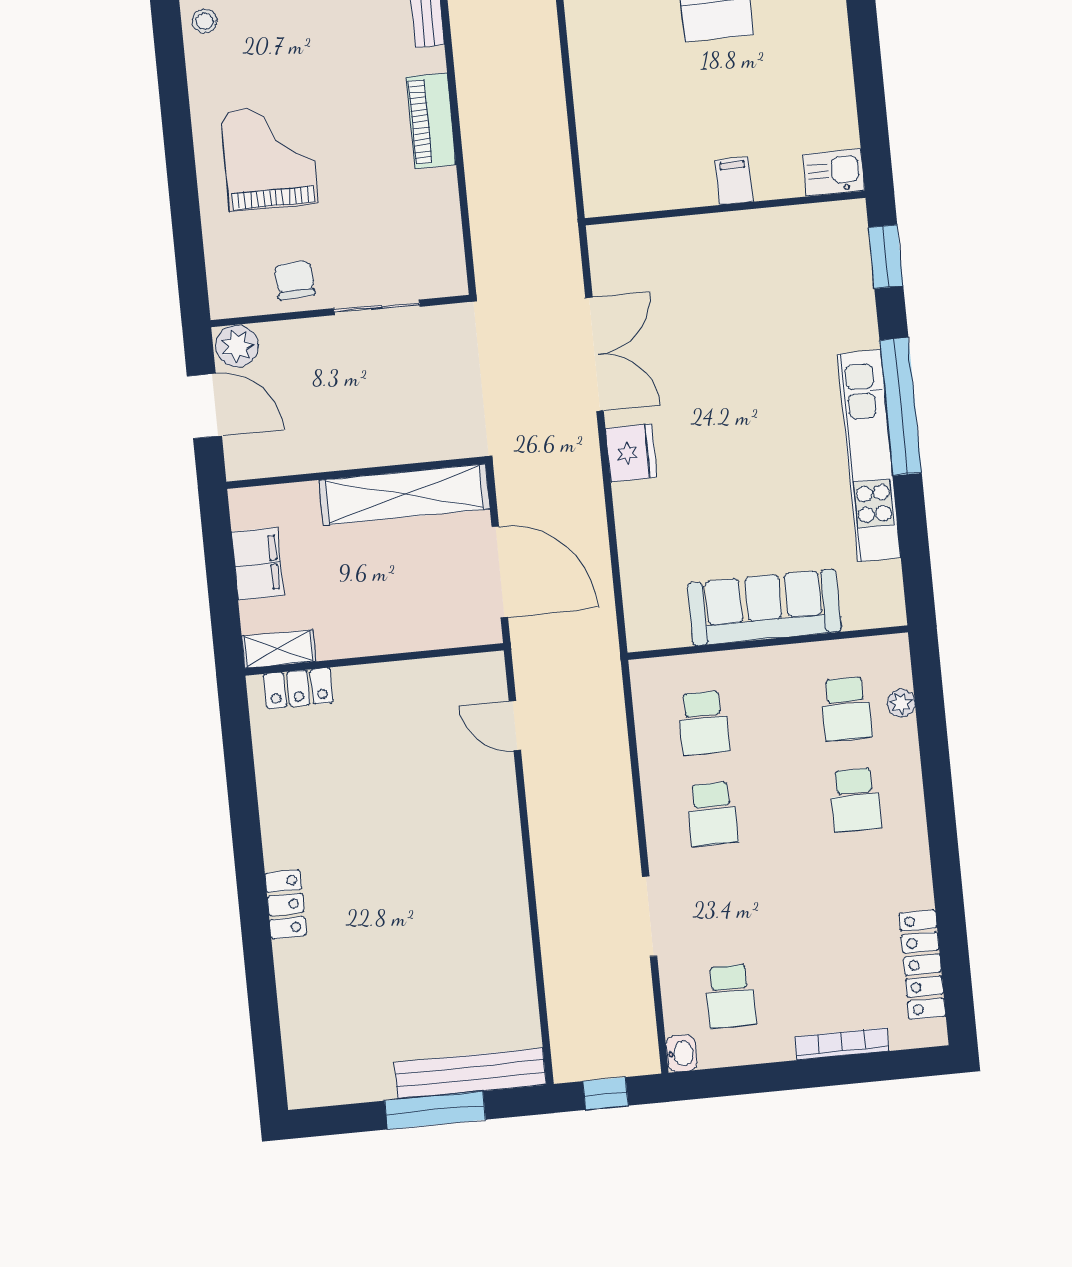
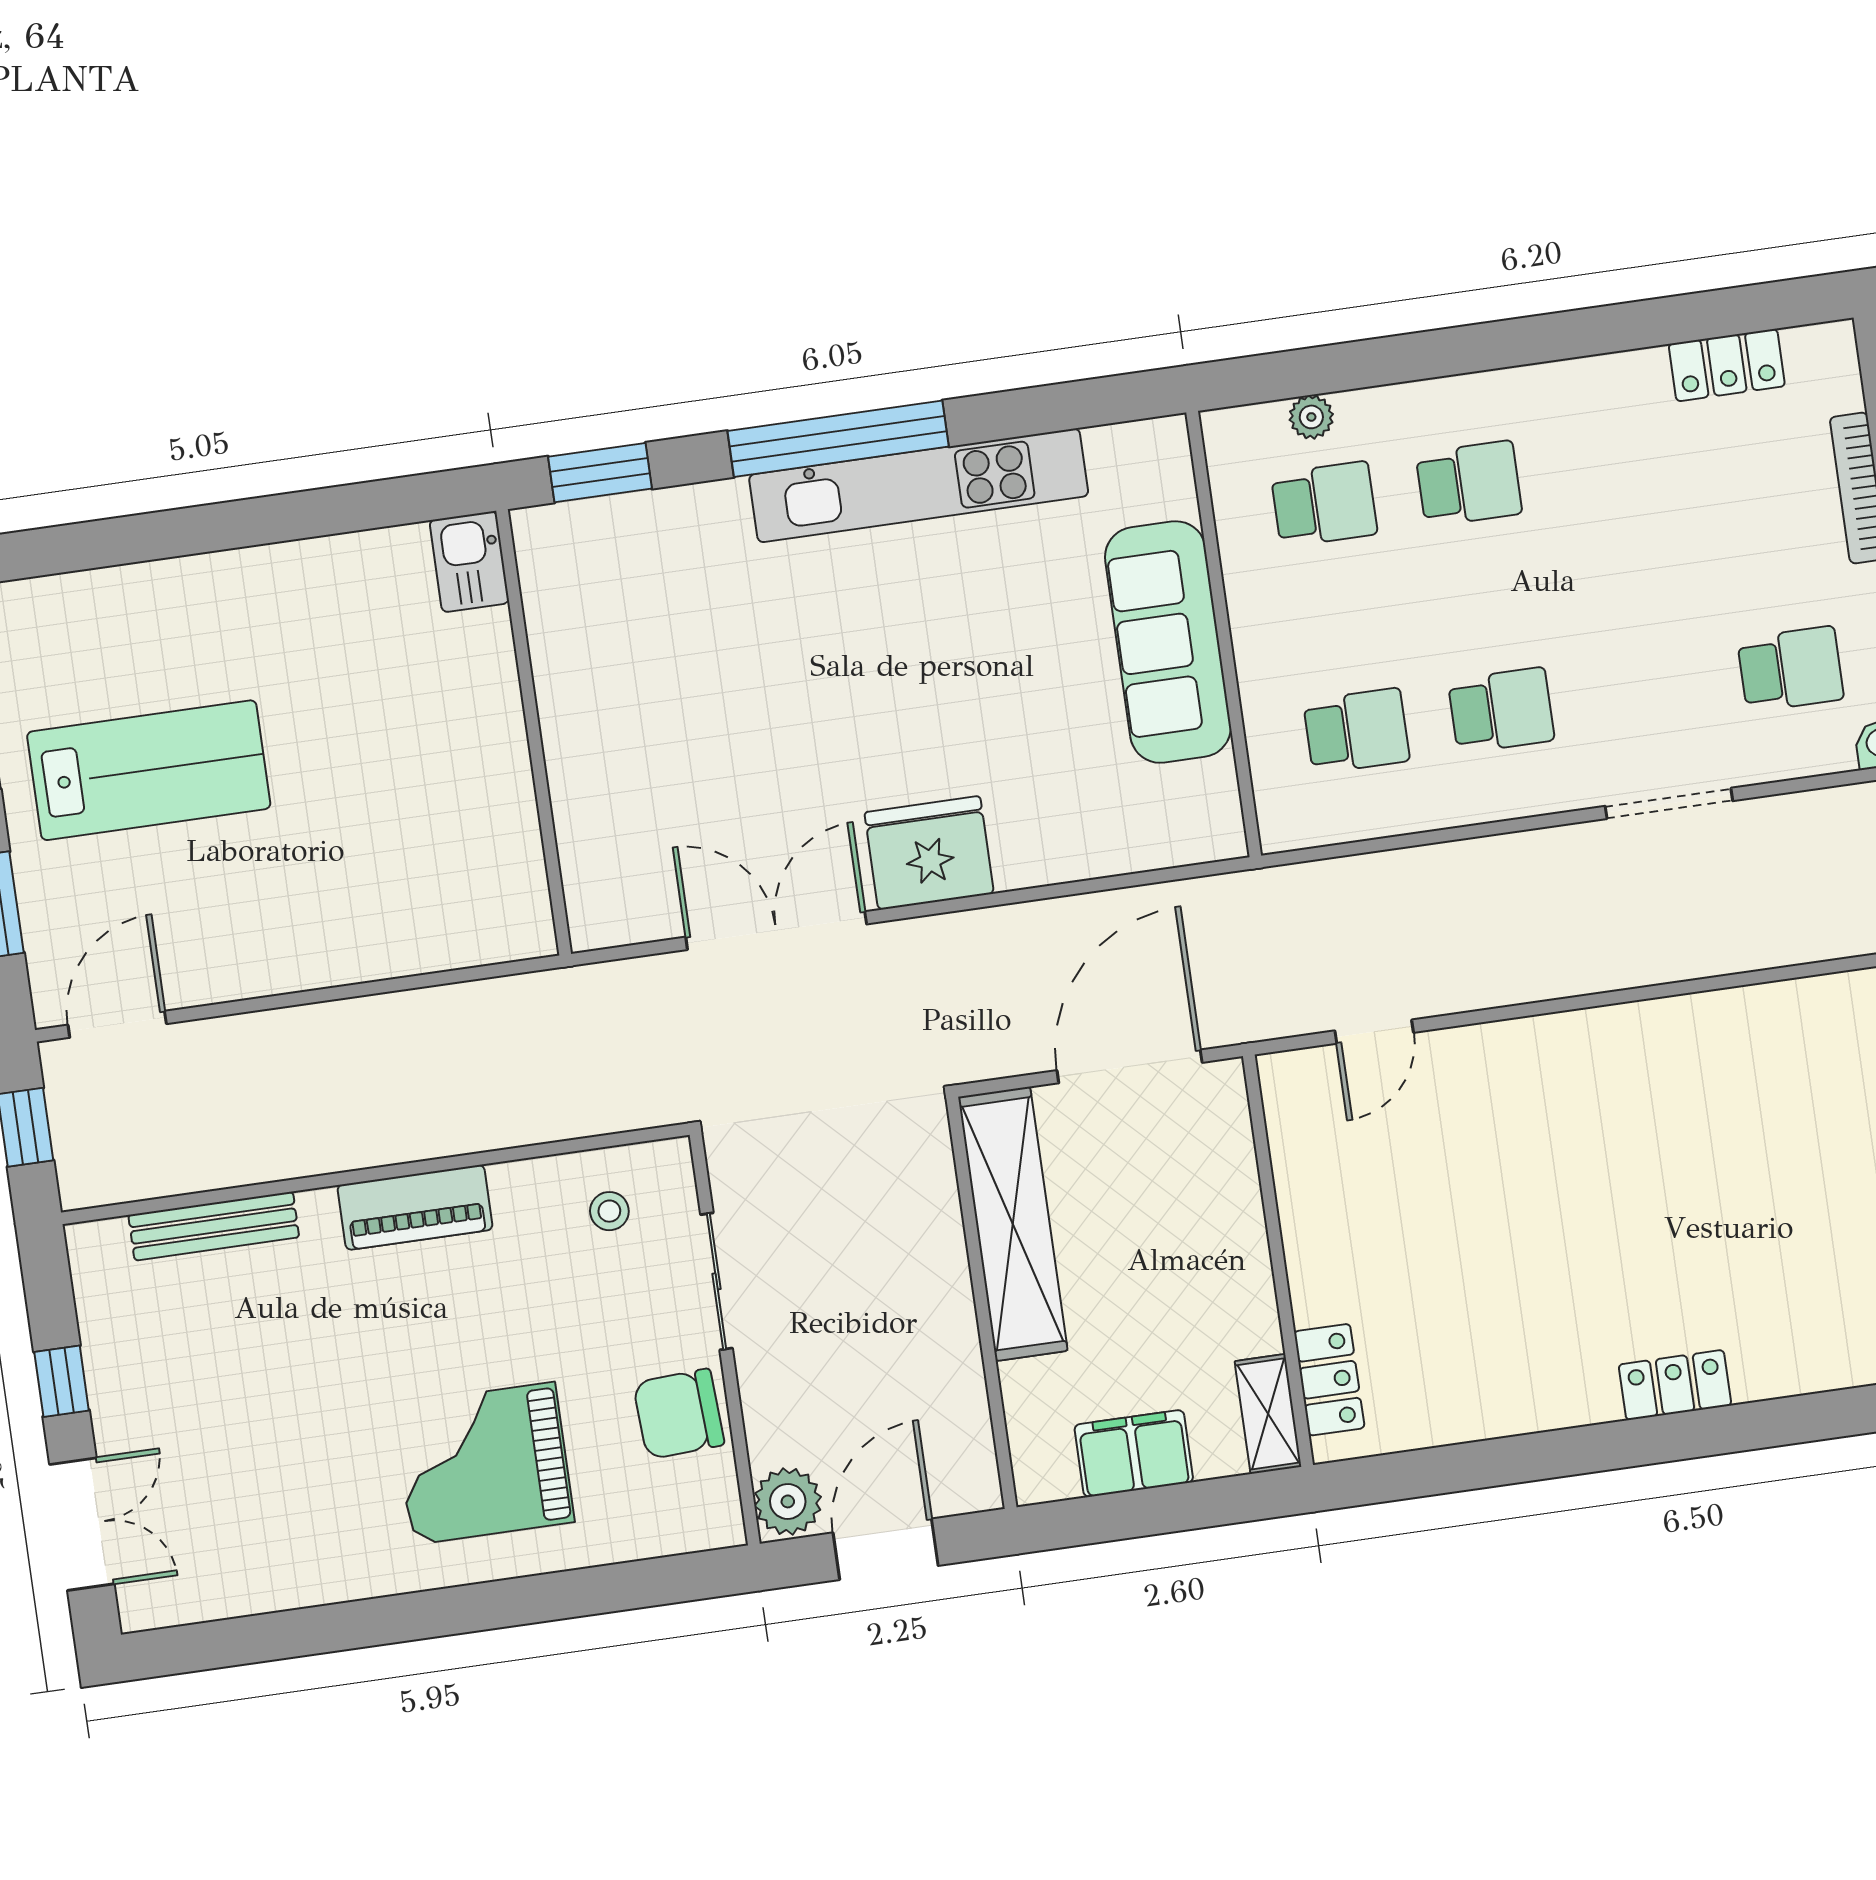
stool: (204, 21) -> (609, 1211), moved
filing cabinet: (734, 181) -> (490, 720), removed
chair: (295, 280) -> (679, 1414), width x1.37, depth x1.37
fridge: (631, 453) -> (929, 853), width x1.36, depth x1.34
locker: (922, 965) -> (1727, 365), width x0.66

